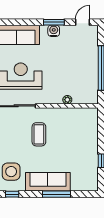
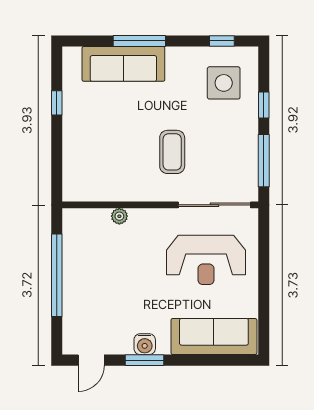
sofa: (48, 182) -> (123, 64), moved

